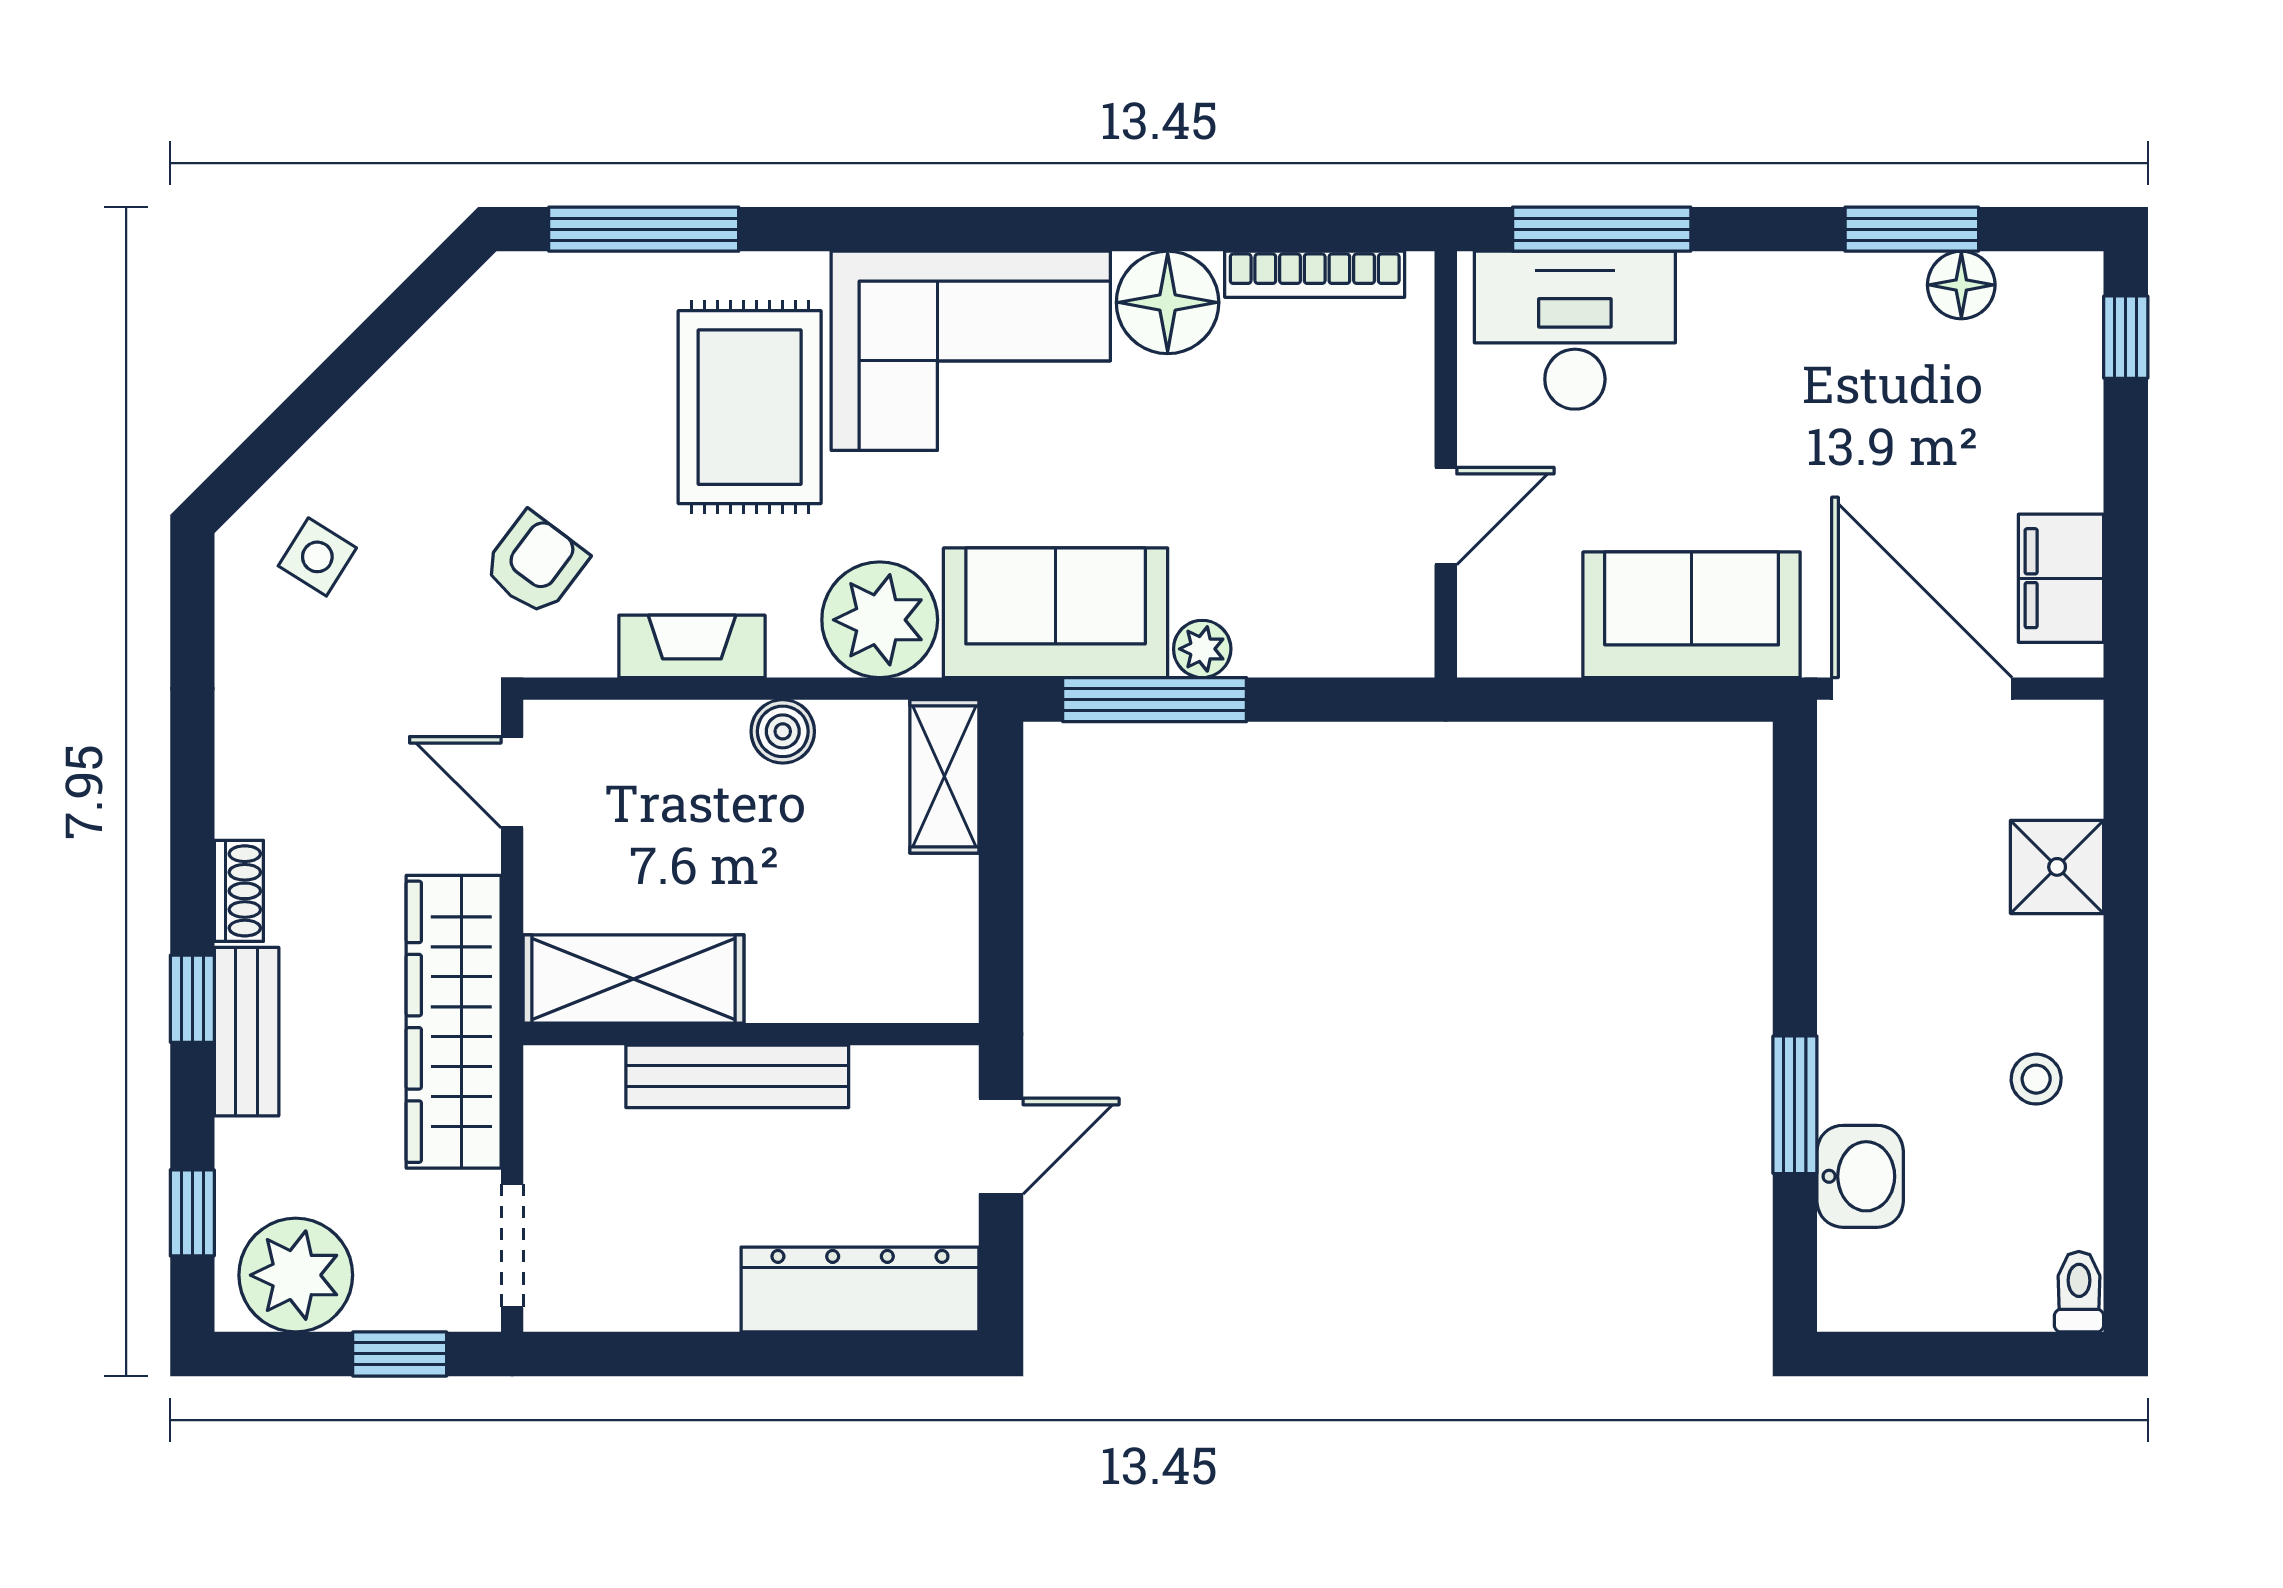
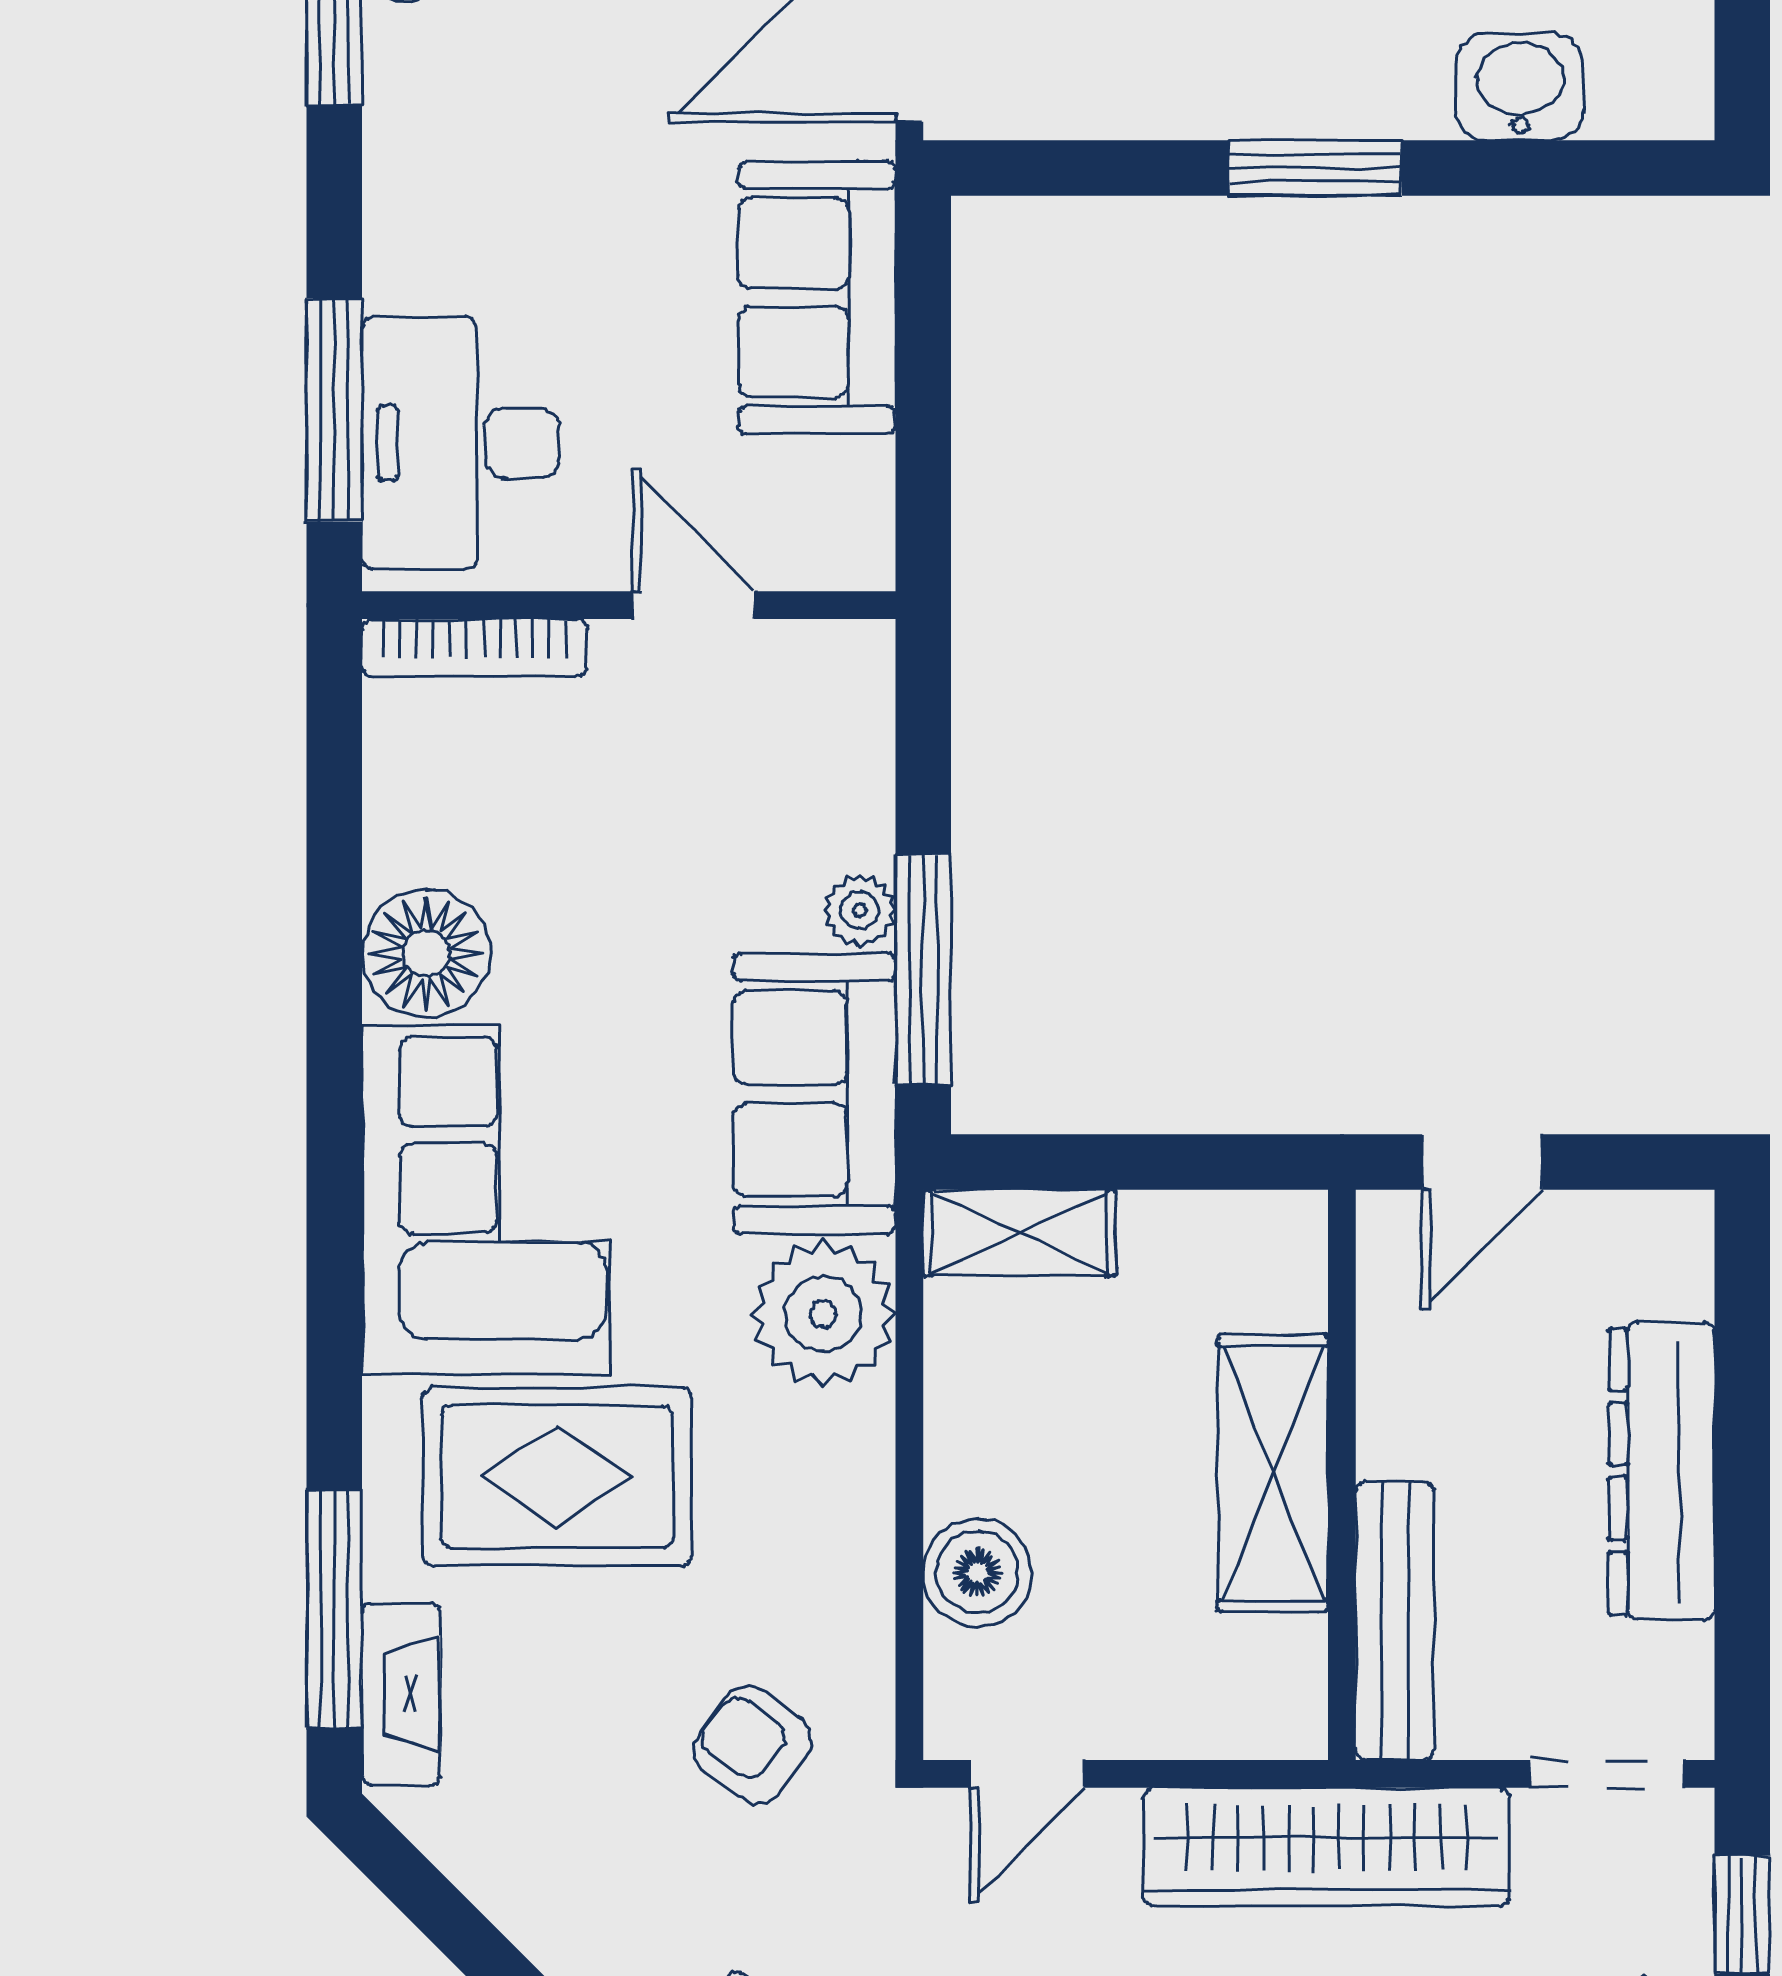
bookcase: (1315, 274) -> (474, 648), moved, turned 90
fireplace: (692, 646) -> (401, 1694), moved, turned 180
boiler: (783, 731) -> (977, 1572), moved, width x1.36, depth x1.36
shelving: (634, 979) -> (1273, 1473), moved
bench: (737, 1076) -> (1395, 1621), moved
window: (1795, 1105) -> (1315, 168), moved
door: (1001, 1146) -> (1482, 1162), swing flipped
dresser: (860, 1289) -> (1662, 1471), moved

